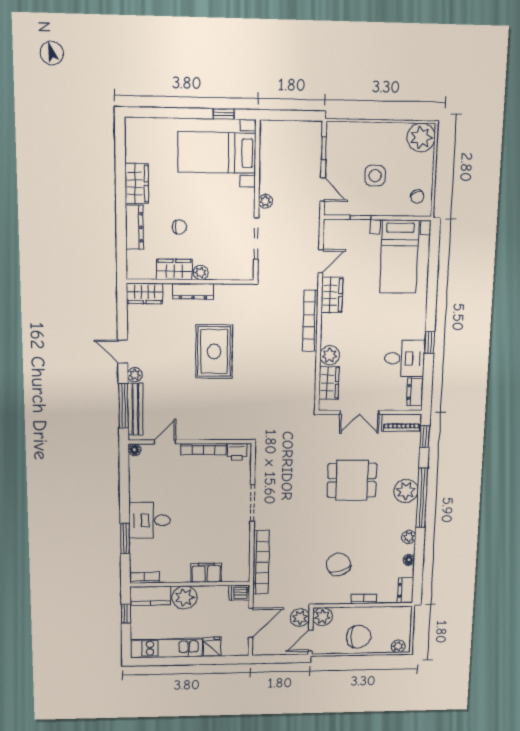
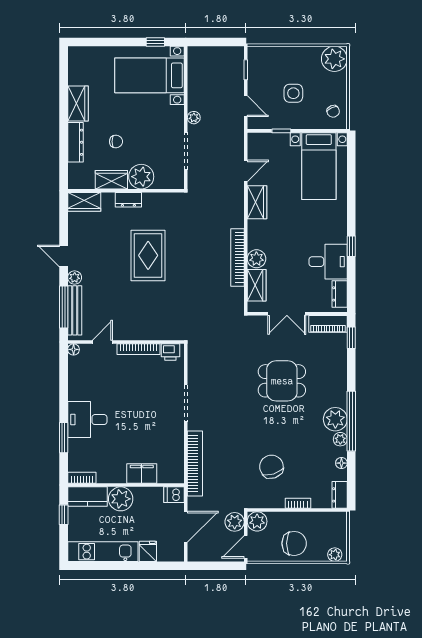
plant: (201, 273) -> (141, 177), width x1.87, depth x1.87
dresser: (193, 291) -> (128, 200), width x0.70
bookcase: (310, 321) -> (237, 257), moved
plant: (406, 491) -> (335, 419), moved
window: (422, 498) -> (351, 421), moved

